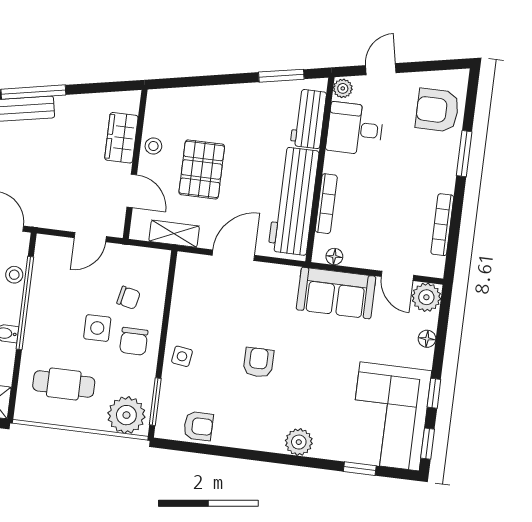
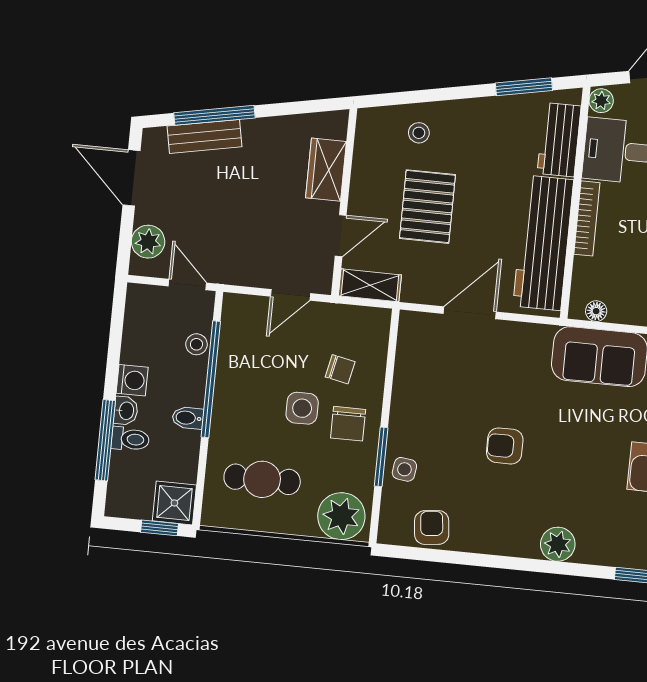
stool: (153, 146) -> (419, 133), moved
door: (132, 191) -> (341, 236), hinge flipped
bookcase: (326, 204) -> (587, 218), moved
shelving: (174, 234) -> (370, 285), moved
side table: (182, 356) -> (404, 469), moved
armchair: (258, 362) -> (505, 446), turned -90
window: (155, 402) -> (381, 457), moved
armchair: (198, 426) -> (432, 528), turned -96

